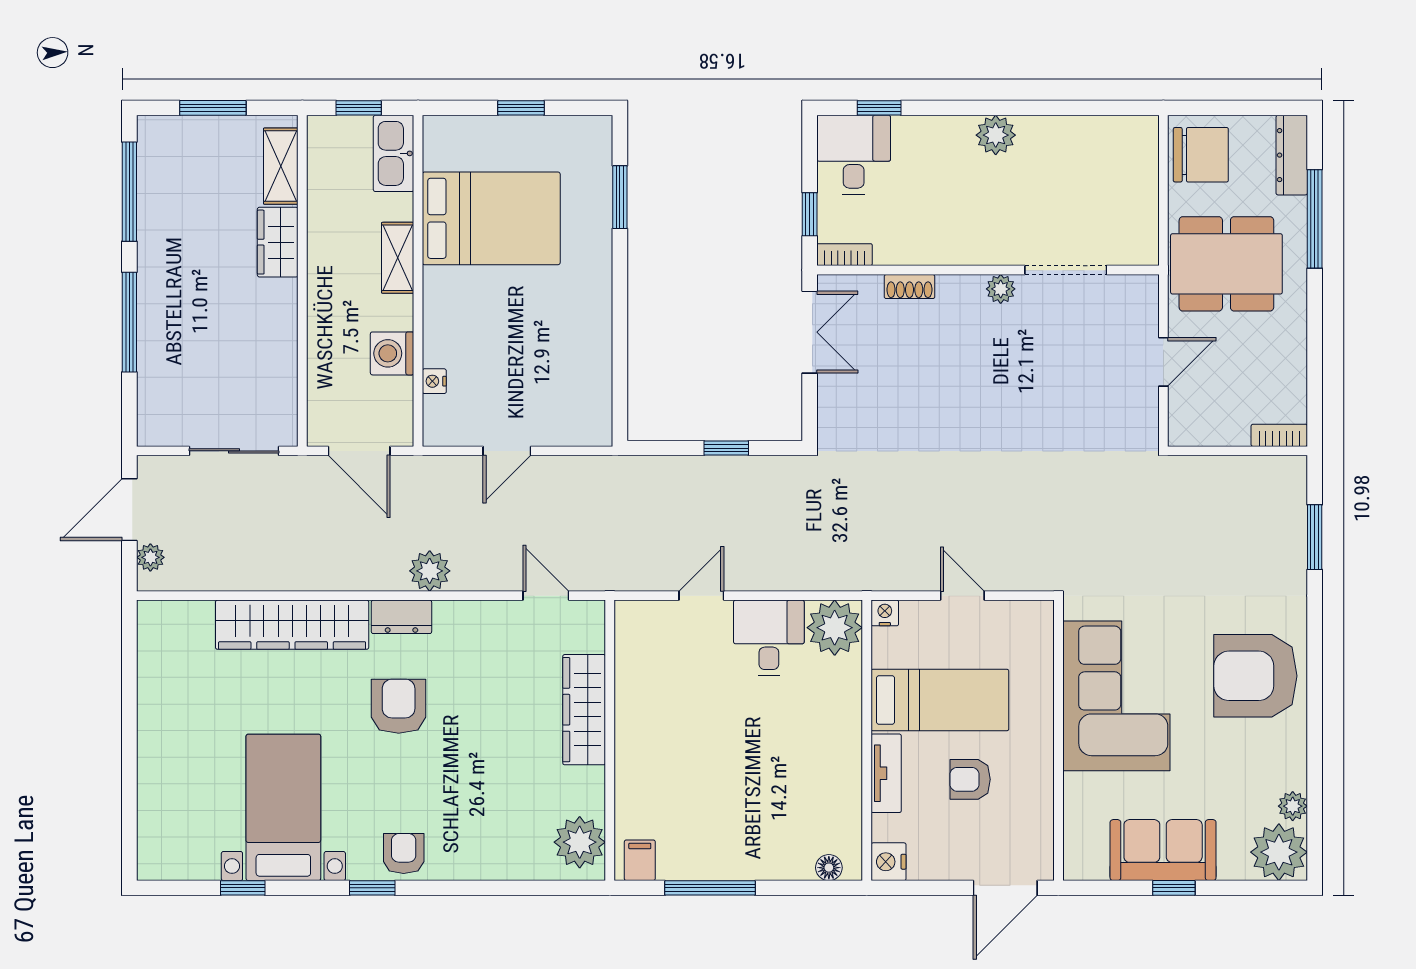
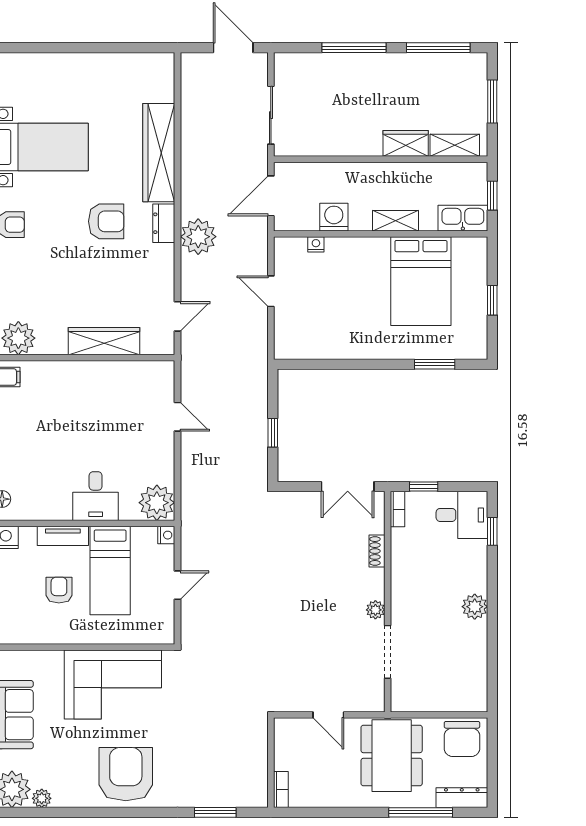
plant: (150, 557) -> (202, 61), removed
plant: (430, 571) -> (198, 237), width x1.36, depth x1.36
desk: (769, 638) -> (96, 496), moved, turned 90

